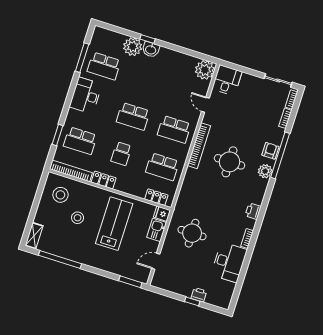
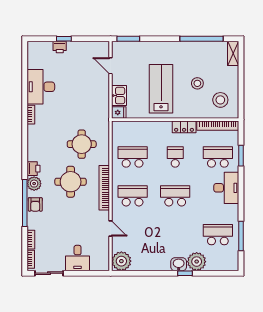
desk: (227, 80) -> (78, 258), moved
desk: (86, 96) -> (226, 188), moved
locker: (156, 197) -> (129, 126), removed
printer: (253, 211) -> (33, 169), moved
lab bench: (114, 224) -> (161, 89), turned 180
round table: (192, 233) -> (82, 144), moved
door: (156, 261) -> (111, 66), swing flipped

